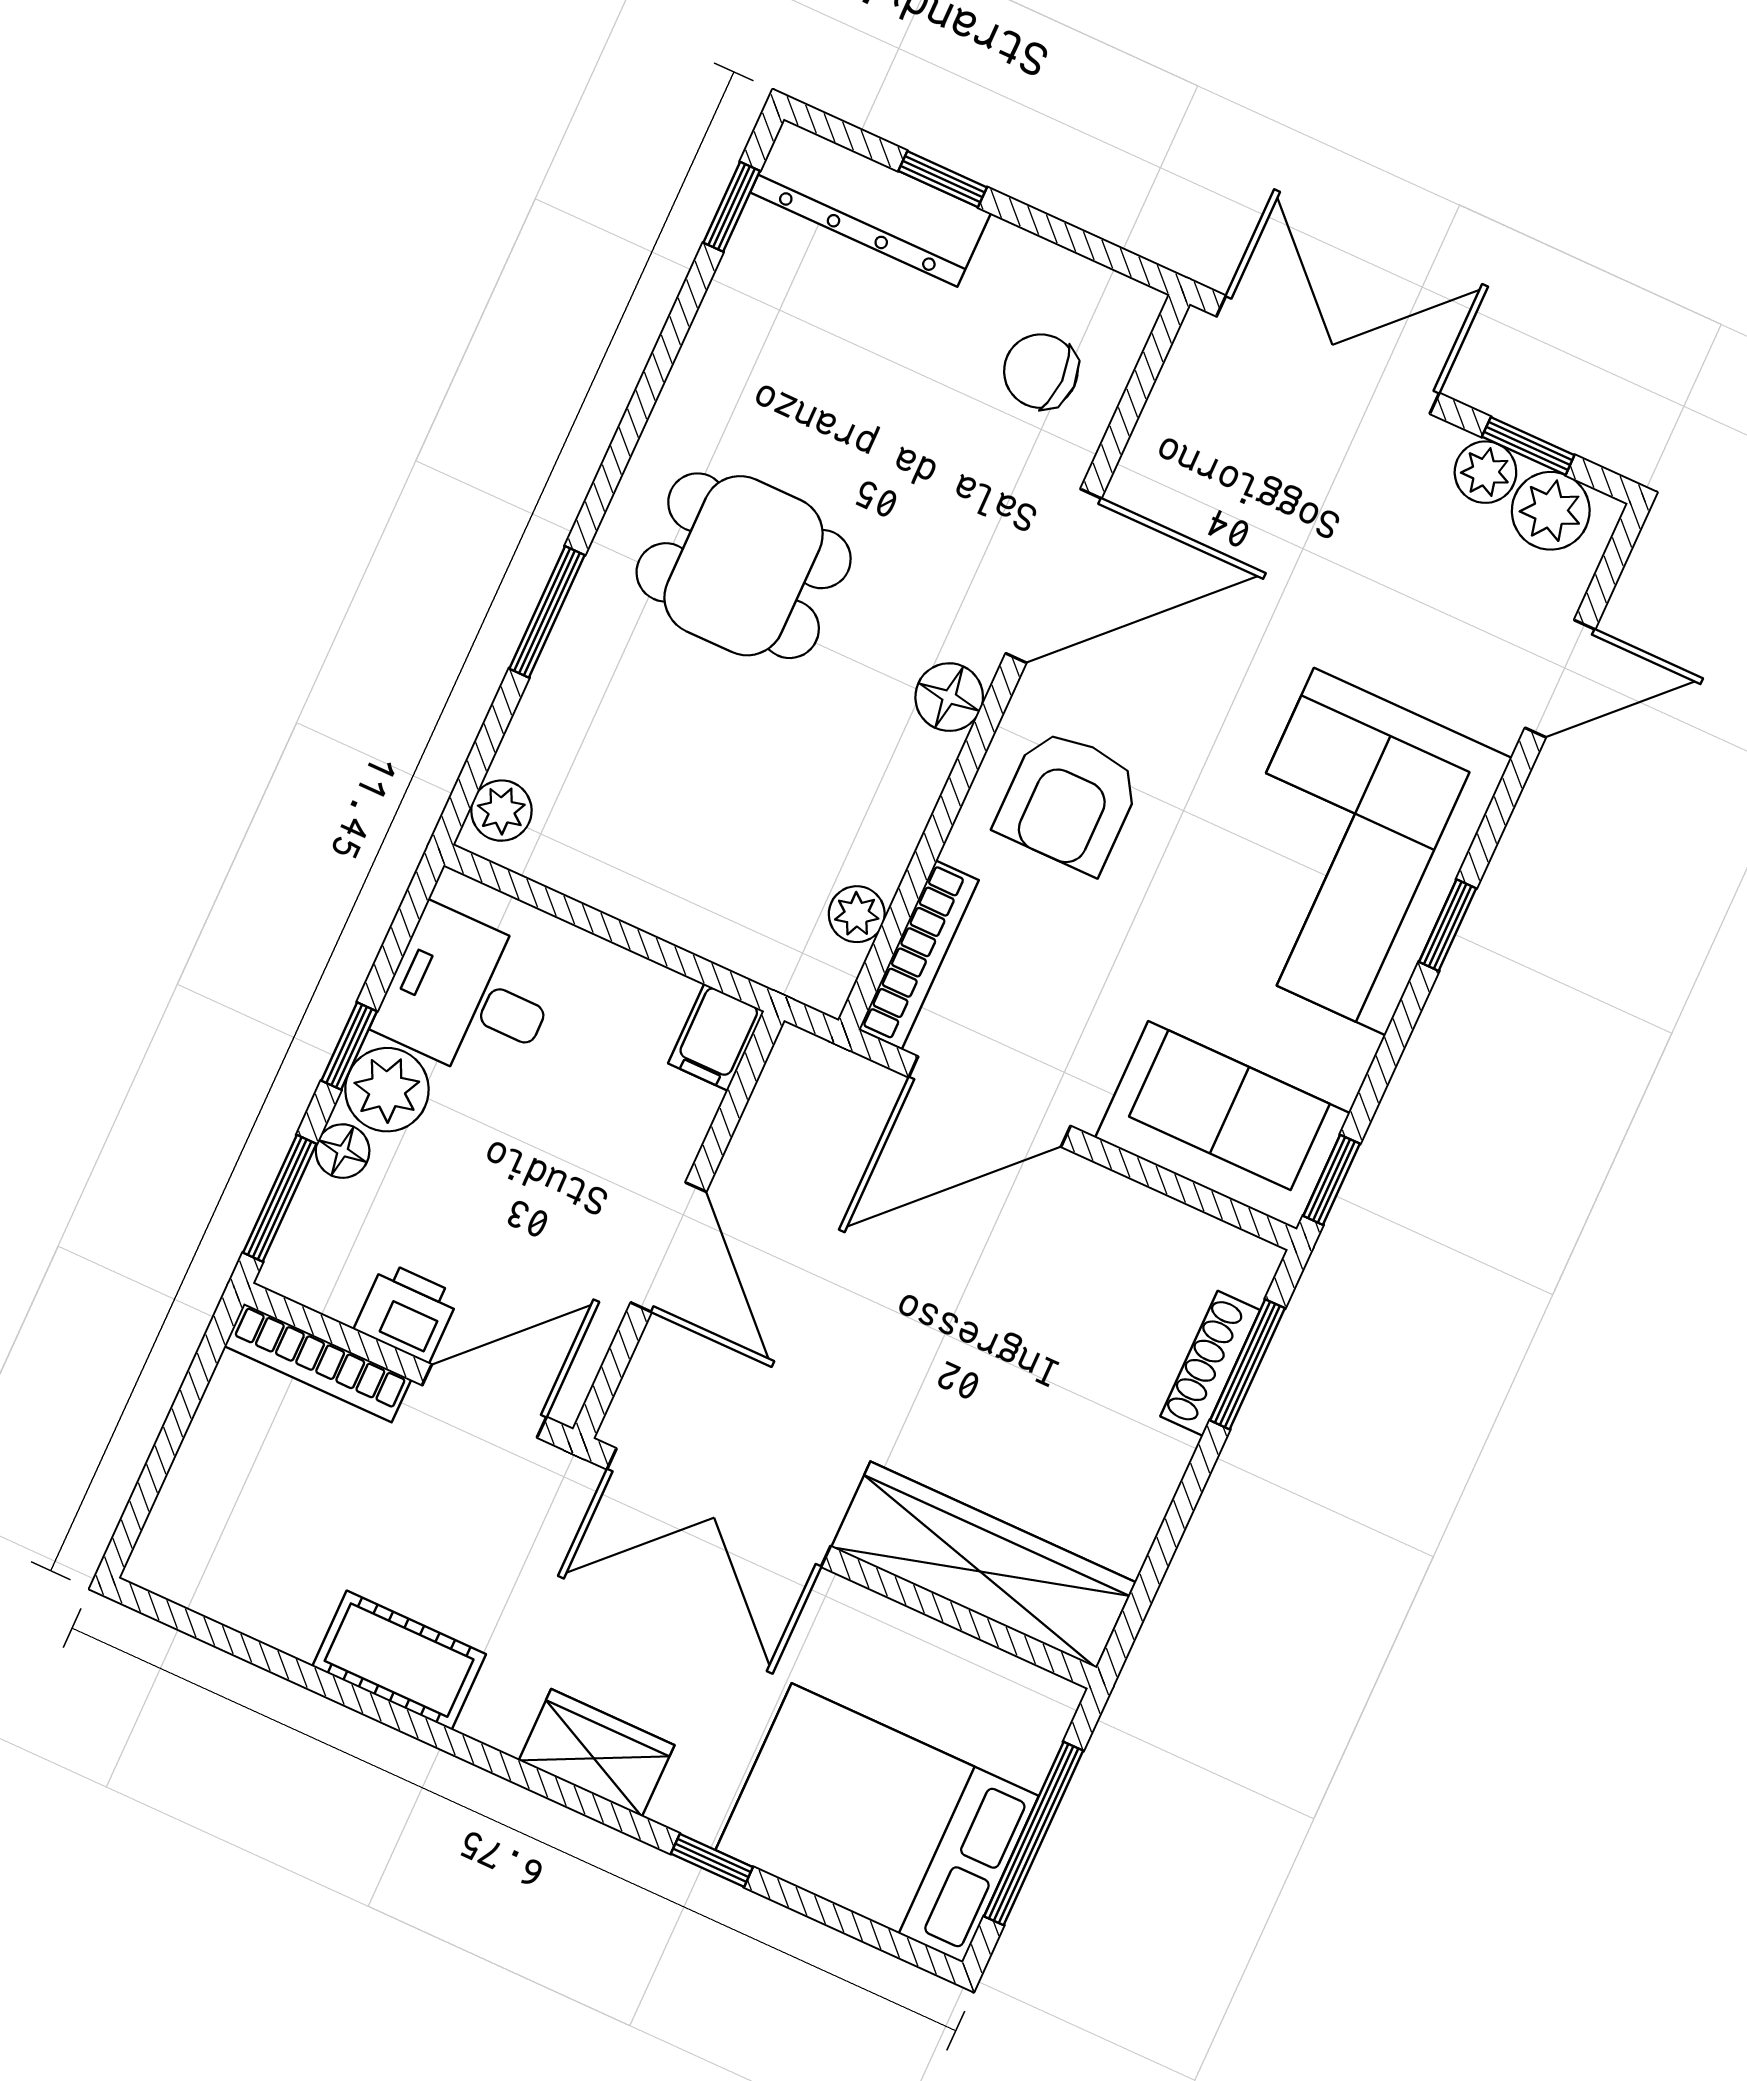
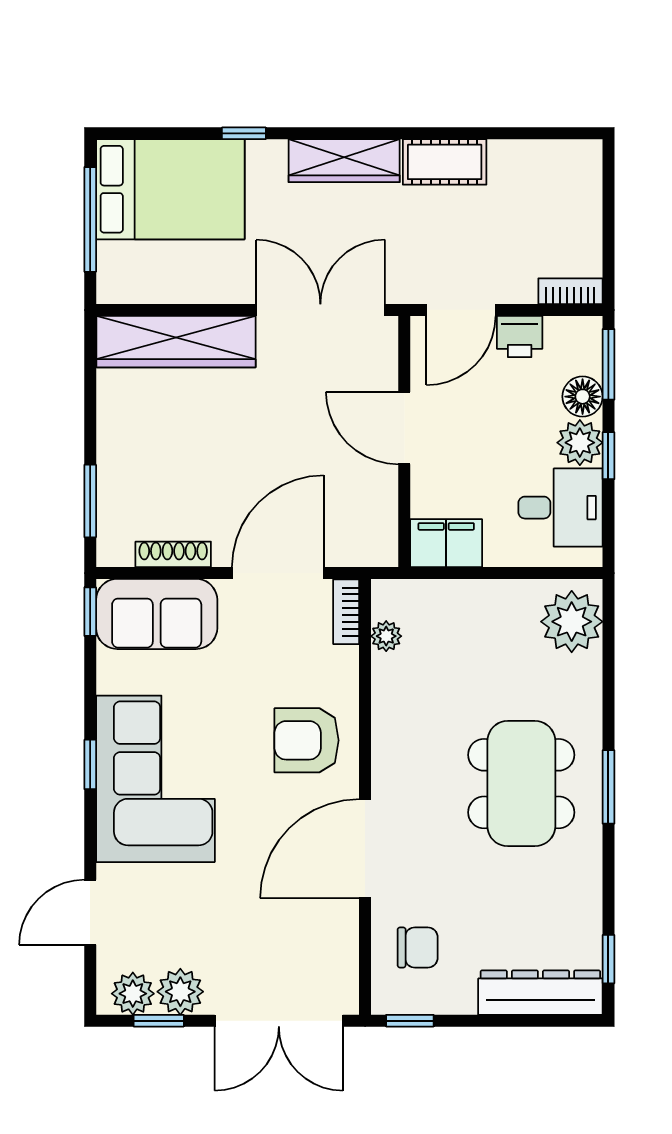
window: (943, 179) -> (410, 1021), moved
plant: (1485, 472) -> (180, 992), width x1.38, depth x1.38
dining table: (744, 566) -> (521, 784), width x1.37
window: (547, 612) -> (608, 787), moved
floor lamp: (949, 697) -> (389, 765), removed
armchair: (1069, 801) -> (307, 740), turned -90
plant: (501, 811) -> (572, 622), width x1.87, depth x1.87
bookcase: (919, 955) -> (346, 612), width x0.64
filing cabinet: (716, 1037) -> (446, 543), width x2.00
floor lamp: (343, 1151) -> (583, 397), width x1.37, depth x1.37
bookcase: (318, 1363) -> (570, 291), width x0.64
shoe rack: (1210, 1363) -> (173, 554), moved, turned -90
wardrobe: (597, 1753) -> (344, 161), width x1.50

